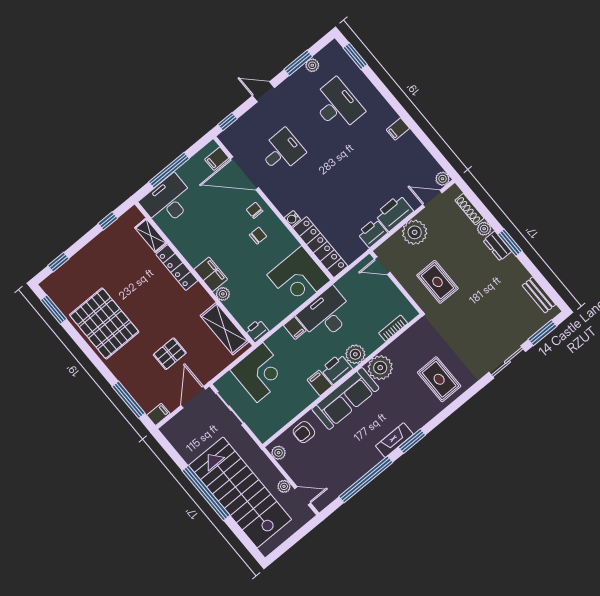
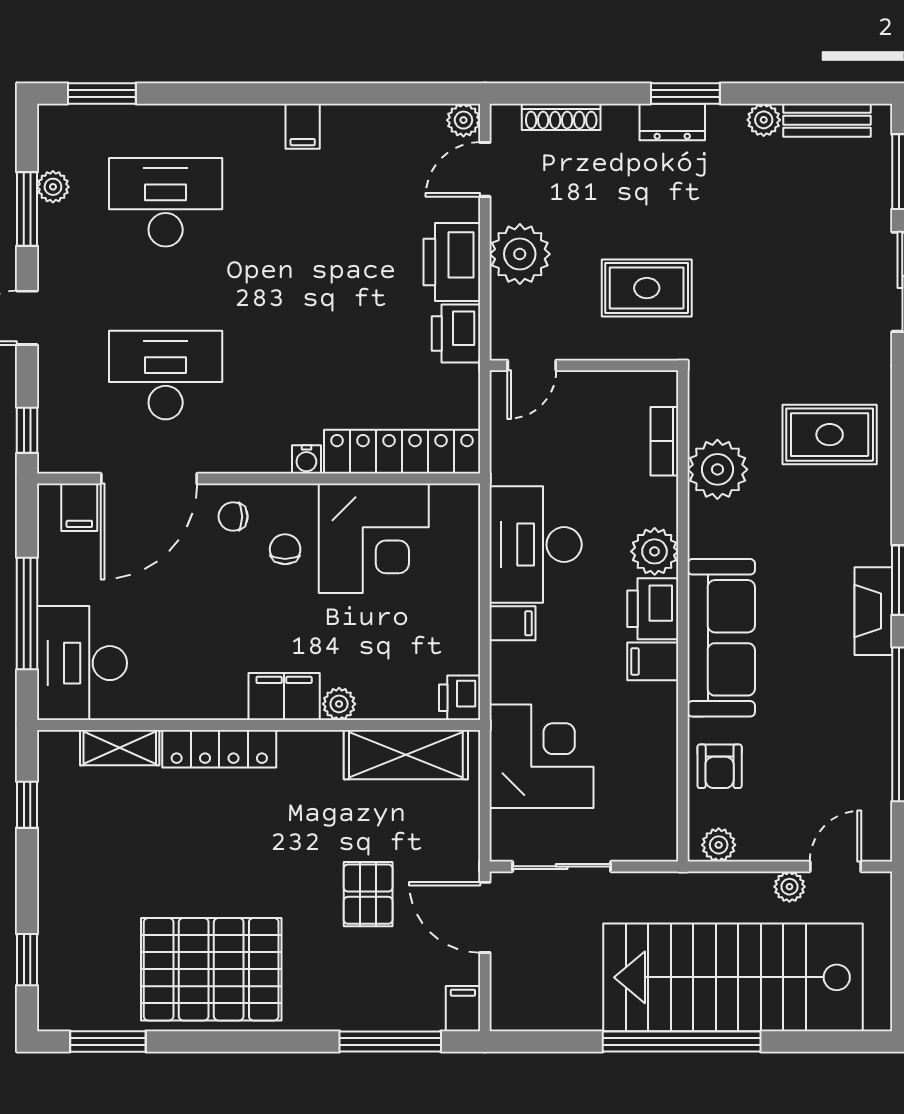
desk: (282, 151) -> (166, 375), width x1.37
plant: (484, 229) -> (764, 120), moved
corner desk: (299, 277) -> (374, 538), moved
plant: (380, 368) -> (717, 469), moved

